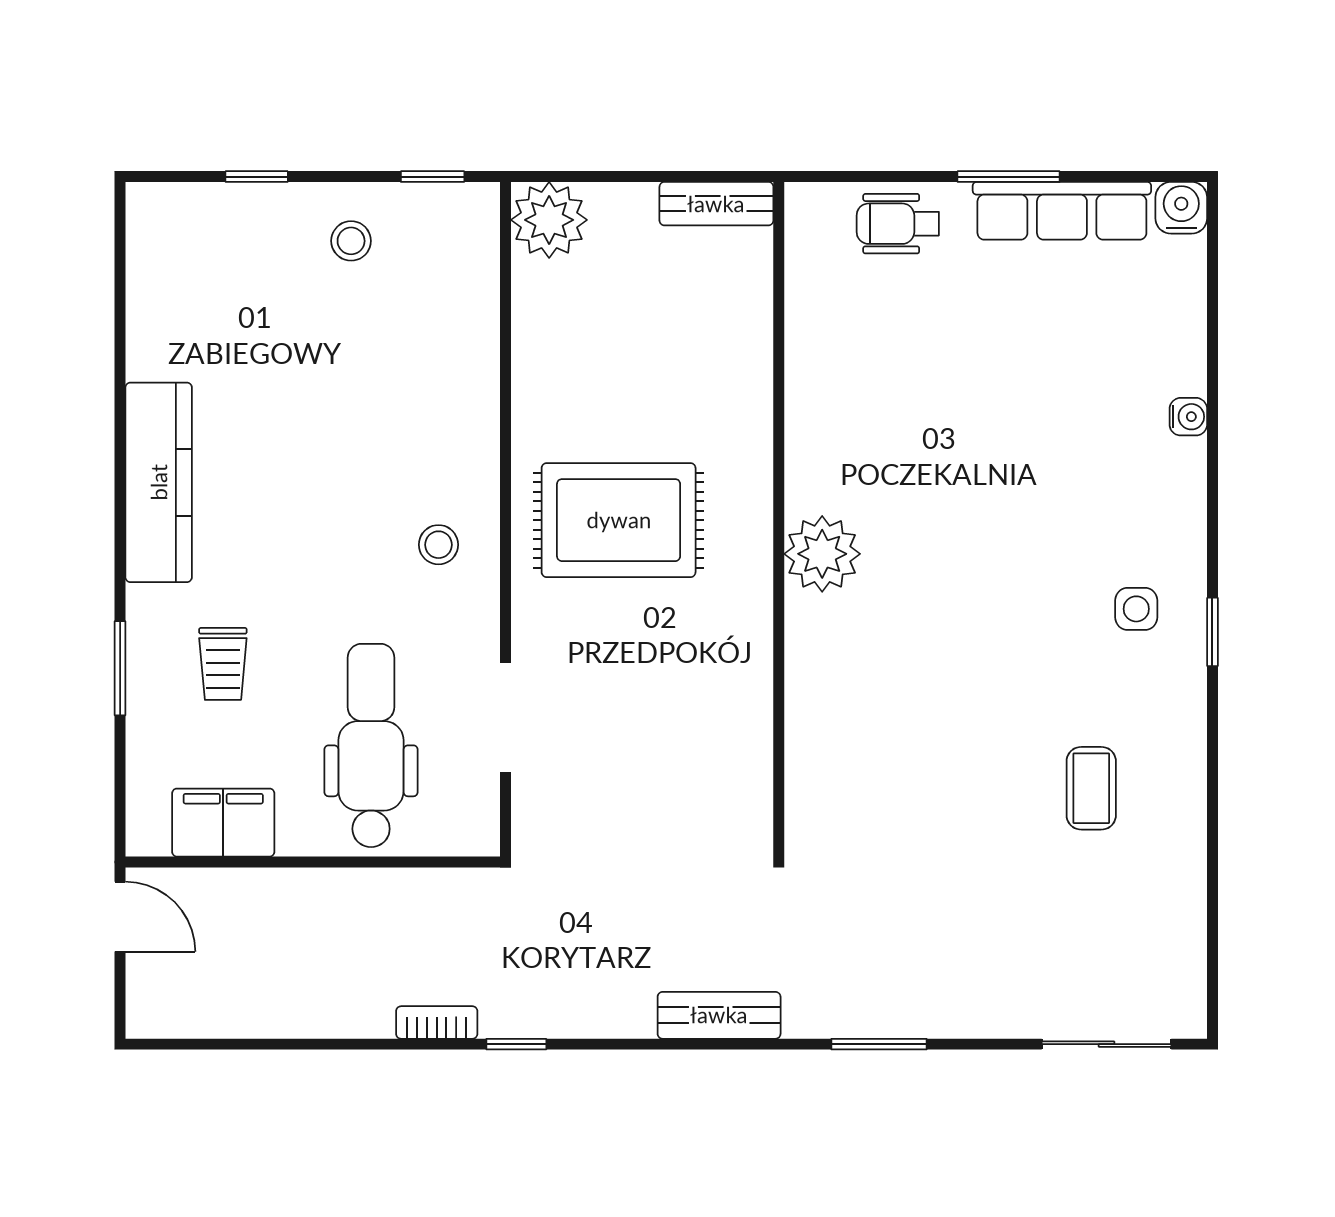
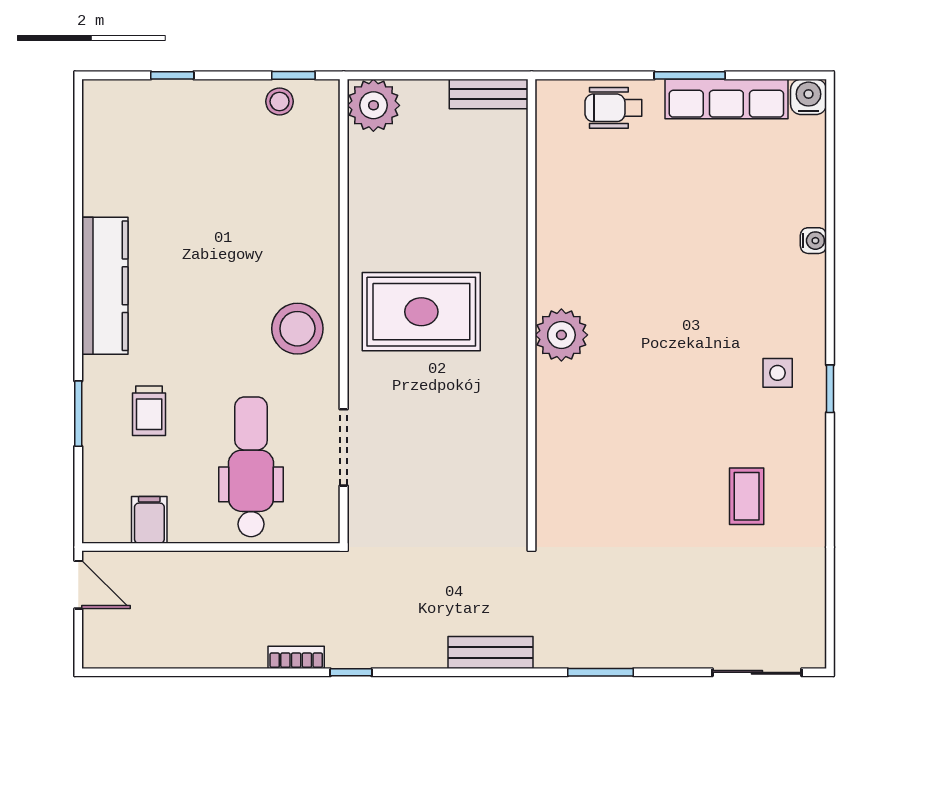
stool: (351, 241) -> (280, 101), moved
stool: (438, 545) -> (297, 329), width x1.89, depth x1.89
filing cabinet: (223, 823) -> (149, 520), width x0.50

